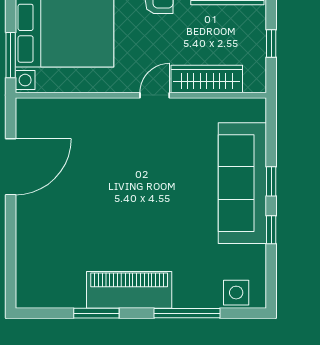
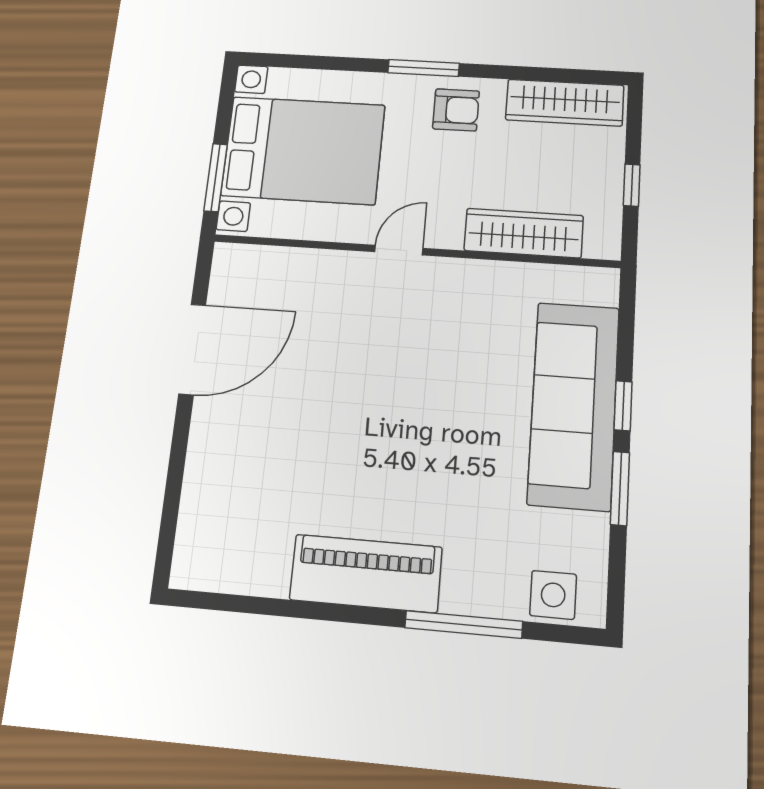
door: (155, 95) -> (399, 250), moved
window: (271, 230) -> (620, 488), width x1.50
window: (96, 313) -> (305, 610), removed

